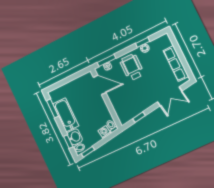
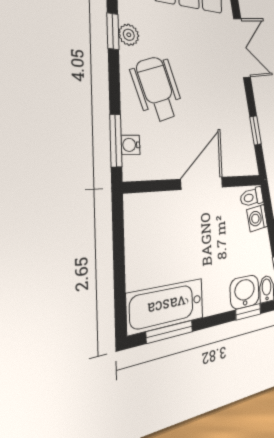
wheelchair: (132, 67) -> (157, 89), turned 71
door: (100, 85) -> (202, 183), moved
bathtub: (66, 115) -> (166, 306), moved

